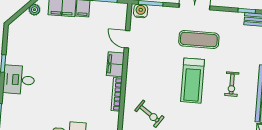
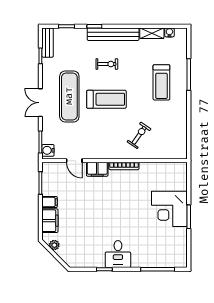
door: (127, 39) -> (74, 161), hinge flipped
exercise mat: (199, 40) -> (69, 96), width x1.36, depth x1.45

